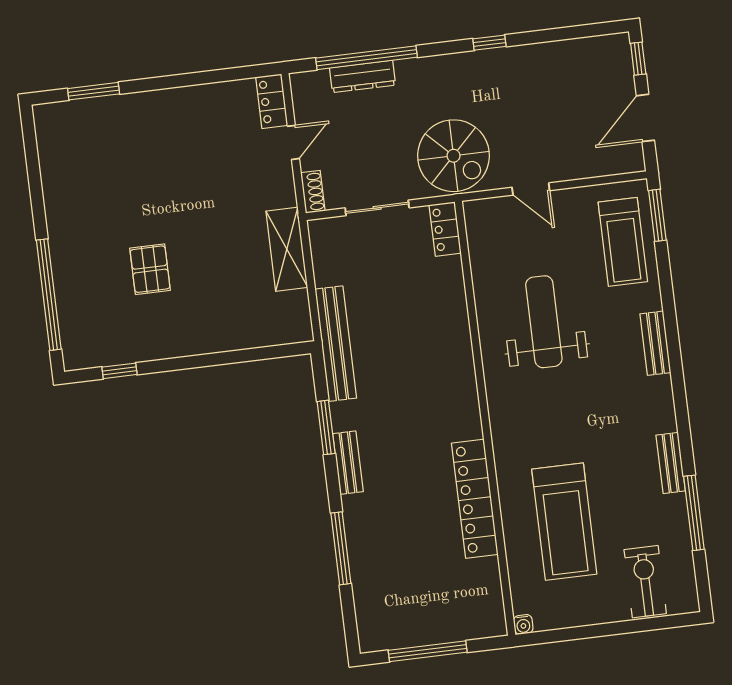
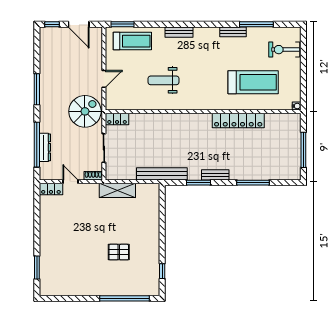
window: (489, 43) -> (37, 89), width x2.17
weight bench: (544, 322) -> (164, 80), width x0.73, depth x0.75

